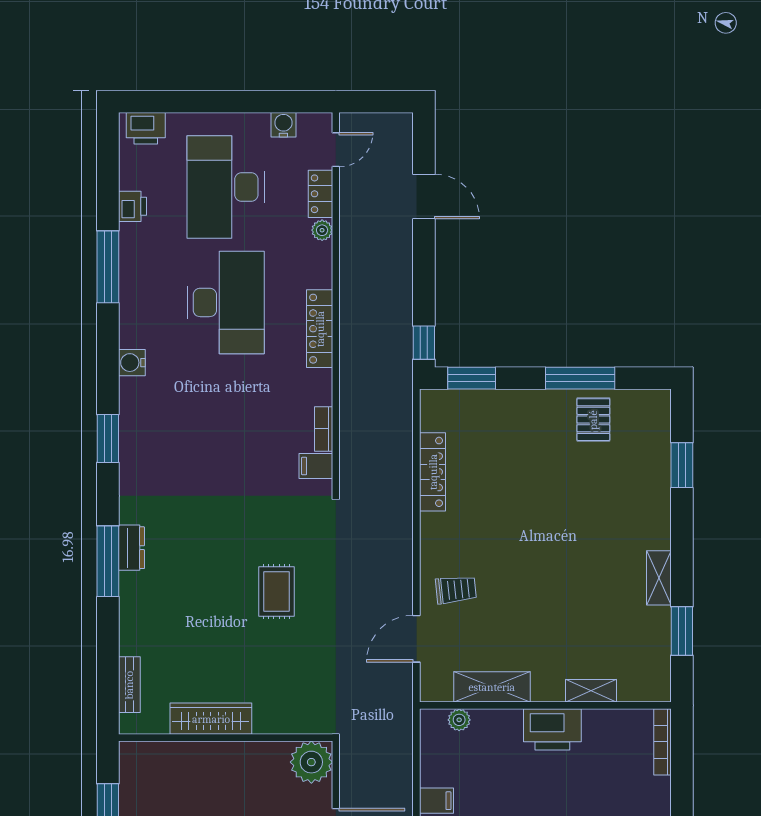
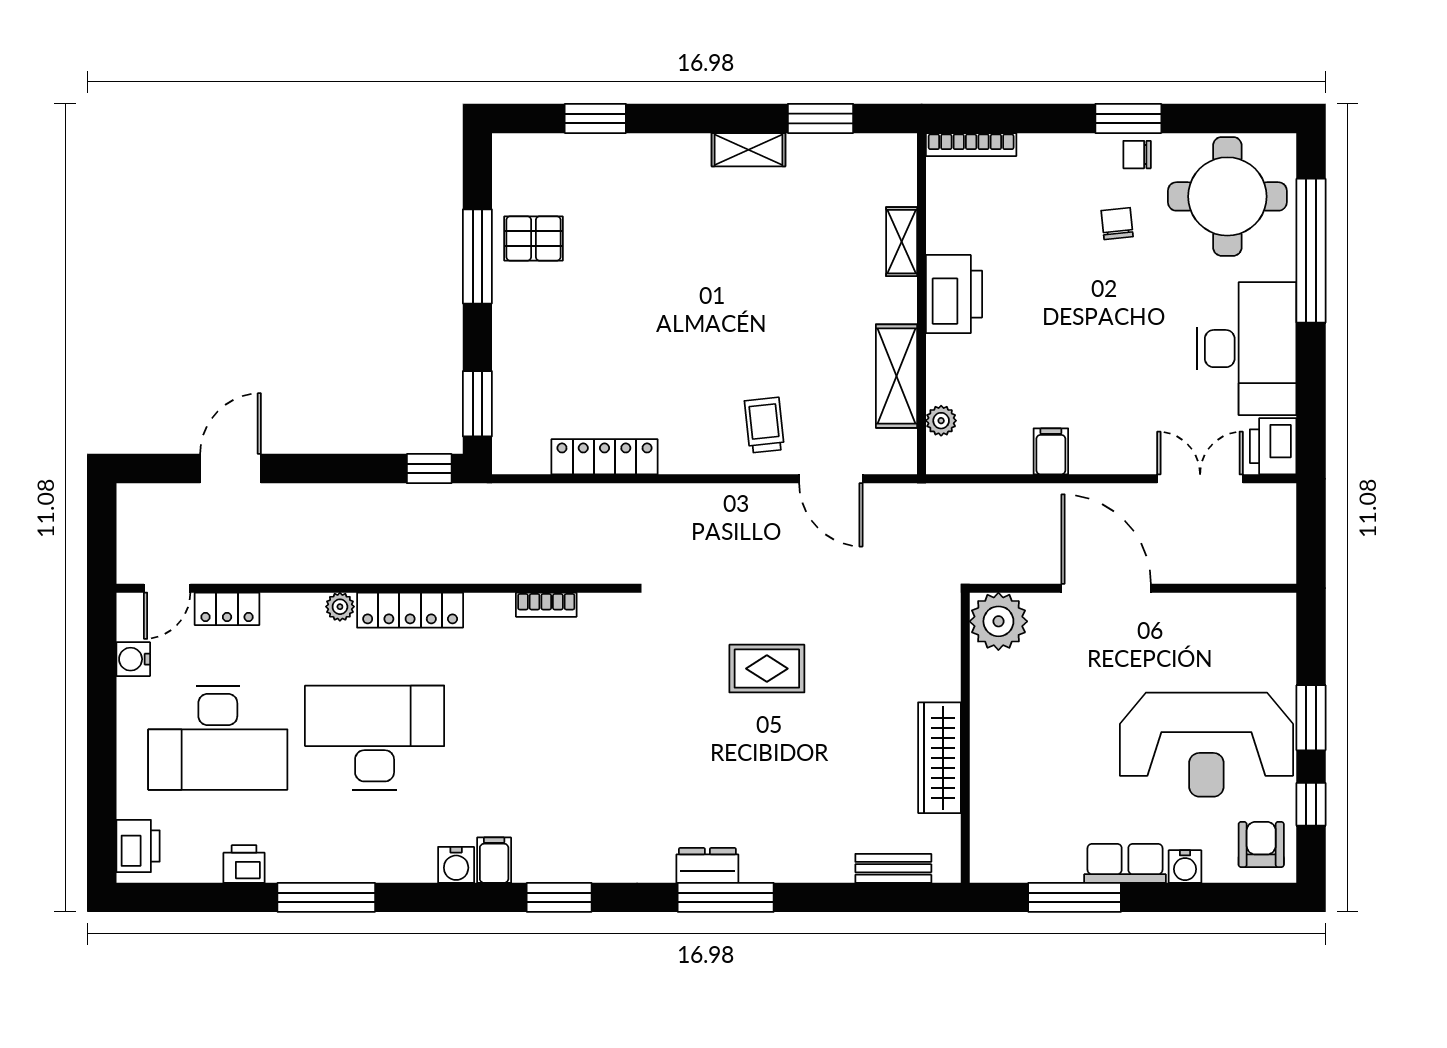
door: (336, 150) -> (167, 588), swing flipped
plant: (322, 230) -> (340, 607), moved
filing cabinet: (316, 466) -> (494, 860), moved, turned 180

